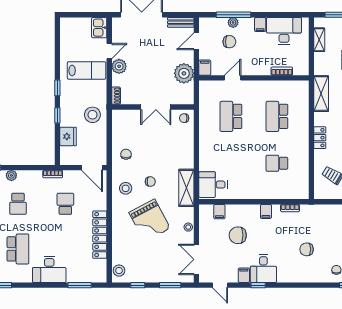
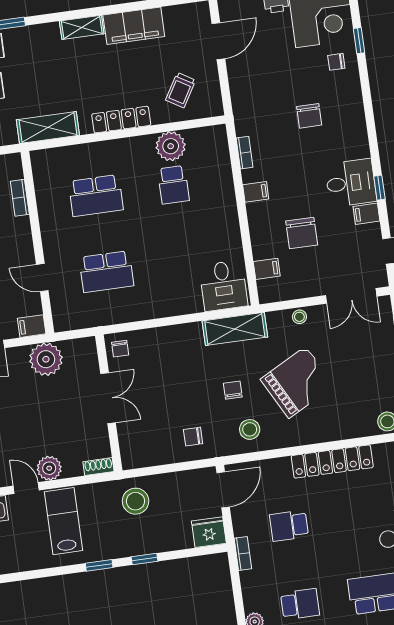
fridge: (68, 136) -> (209, 532), moved
locker: (320, 138) -> (121, 120), width x1.53
plant: (300, 165) -> (171, 146), added

